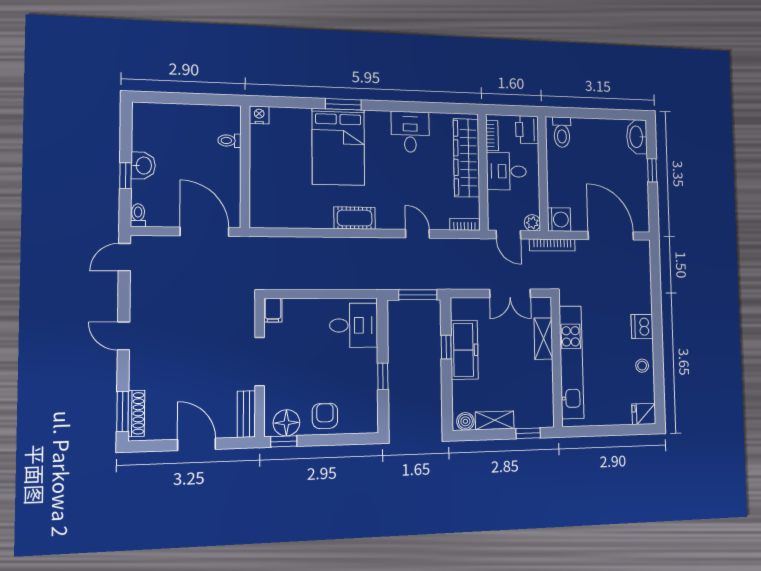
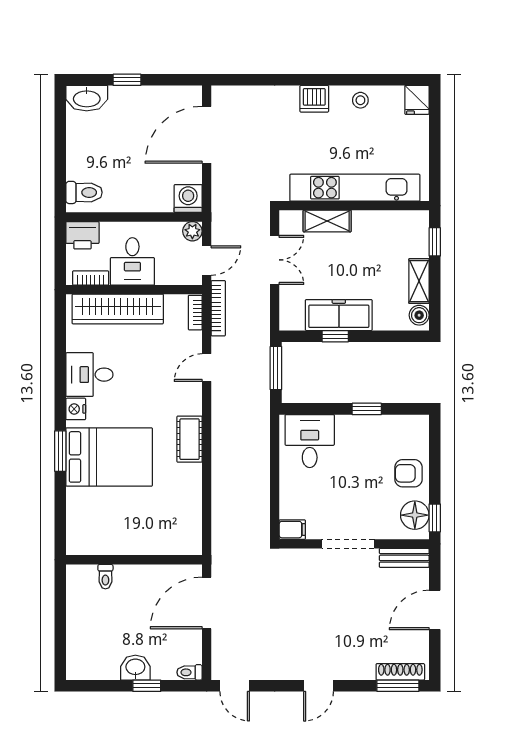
nightstand: (259, 115) -> (76, 409), moved
bookcase: (552, 245) -> (218, 308), moved

